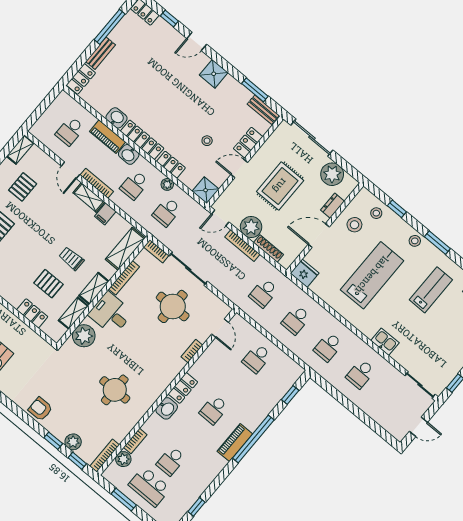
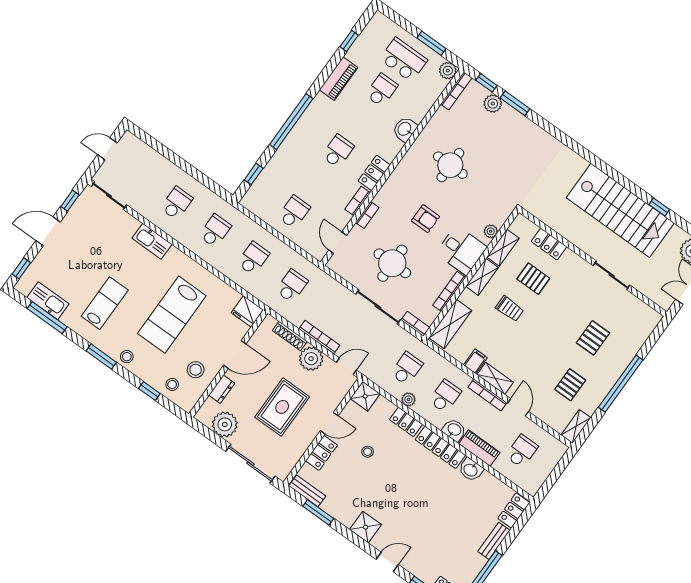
lab bench: (431, 290) -> (105, 303), turned 180
plant: (84, 336) -> (491, 231), width x0.53, depth x0.53
kitchen sink: (385, 342) -> (152, 241), width x1.38
washbasin: (167, 408) -> (405, 129), moved
armchair: (40, 409) -> (425, 219), moved
window: (53, 441) -> (515, 103), width x1.50
bookcase: (135, 441) -> (358, 201), moved
piano: (235, 443) -> (339, 79), moved
plant: (123, 459) -> (448, 71), moved

